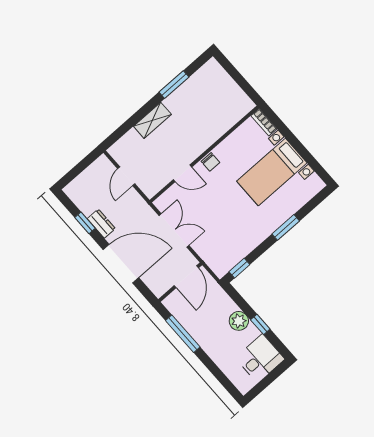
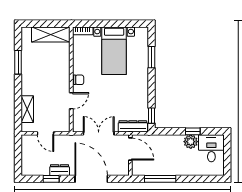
shelving: (232, 93) -> (51, 34), added
shelving: (152, 120) -> (27, 109), moved
window: (286, 227) -> (151, 57), moved
dresser: (212, 259) -> (133, 126), added
door: (121, 264) -> (91, 179), hinge flipped
plant: (239, 321) -> (191, 142), moved

